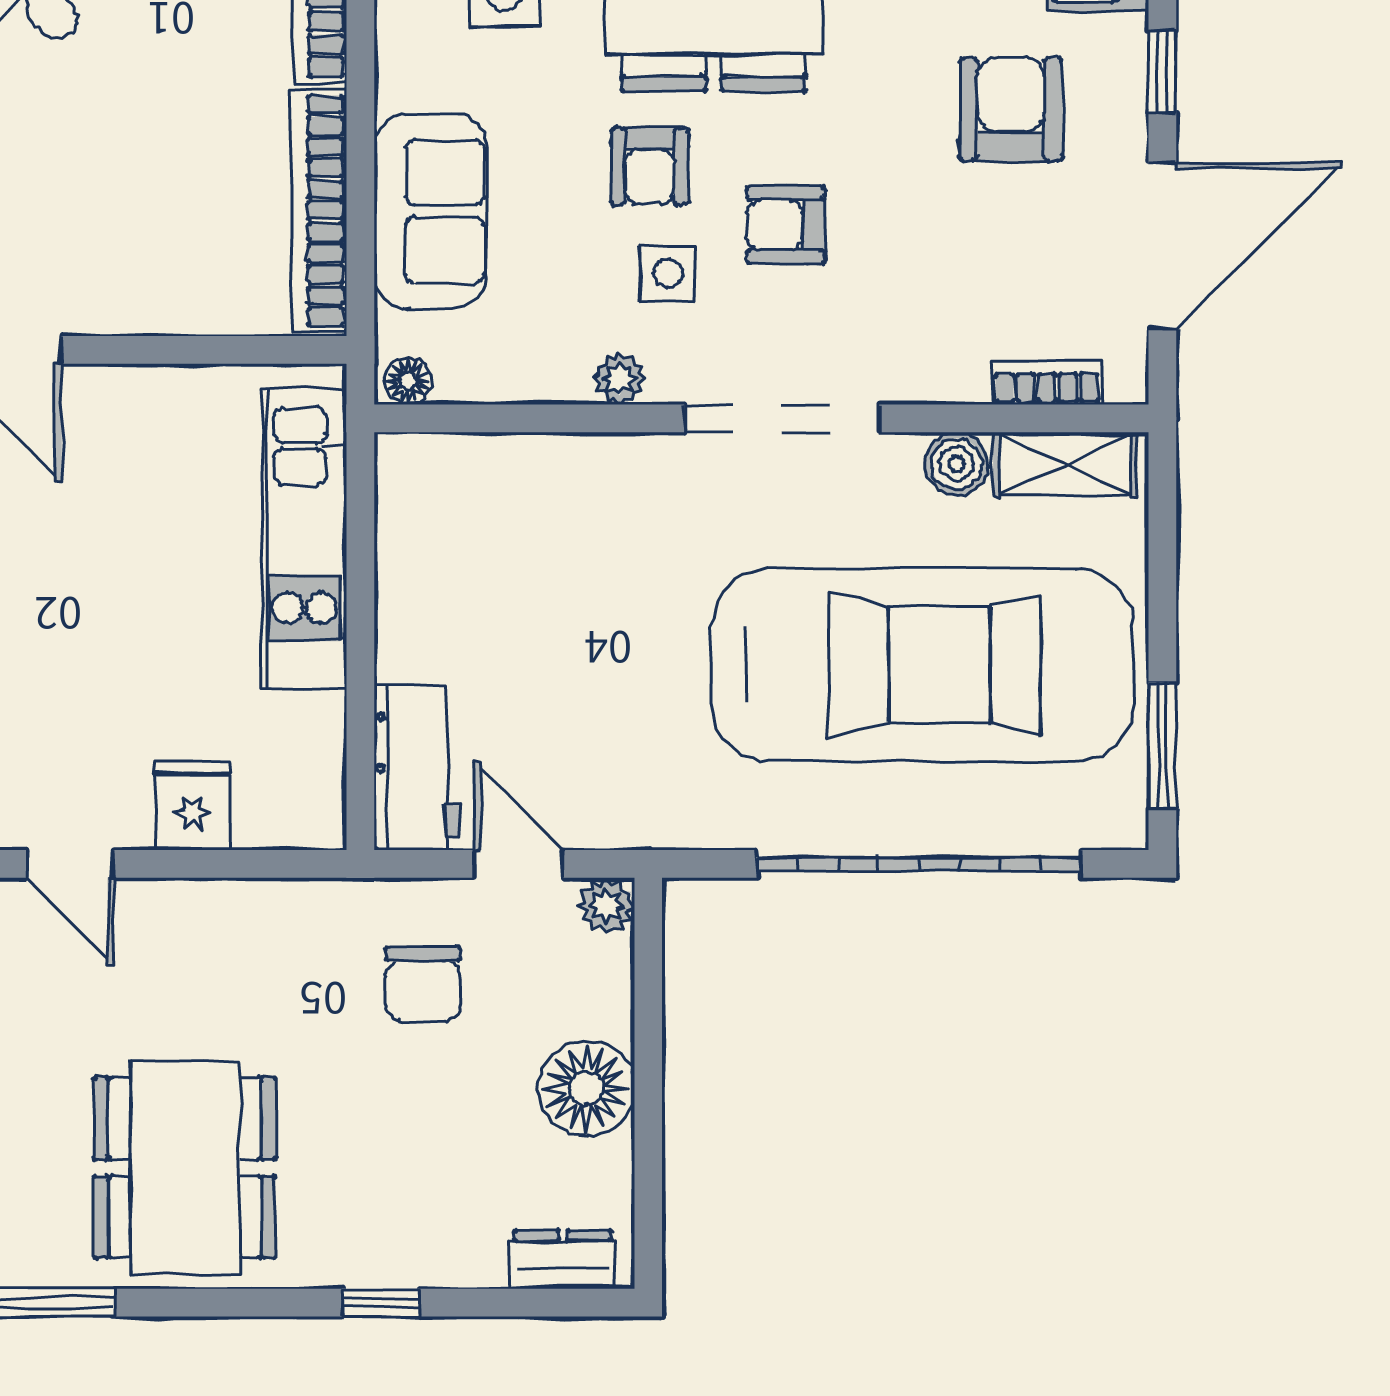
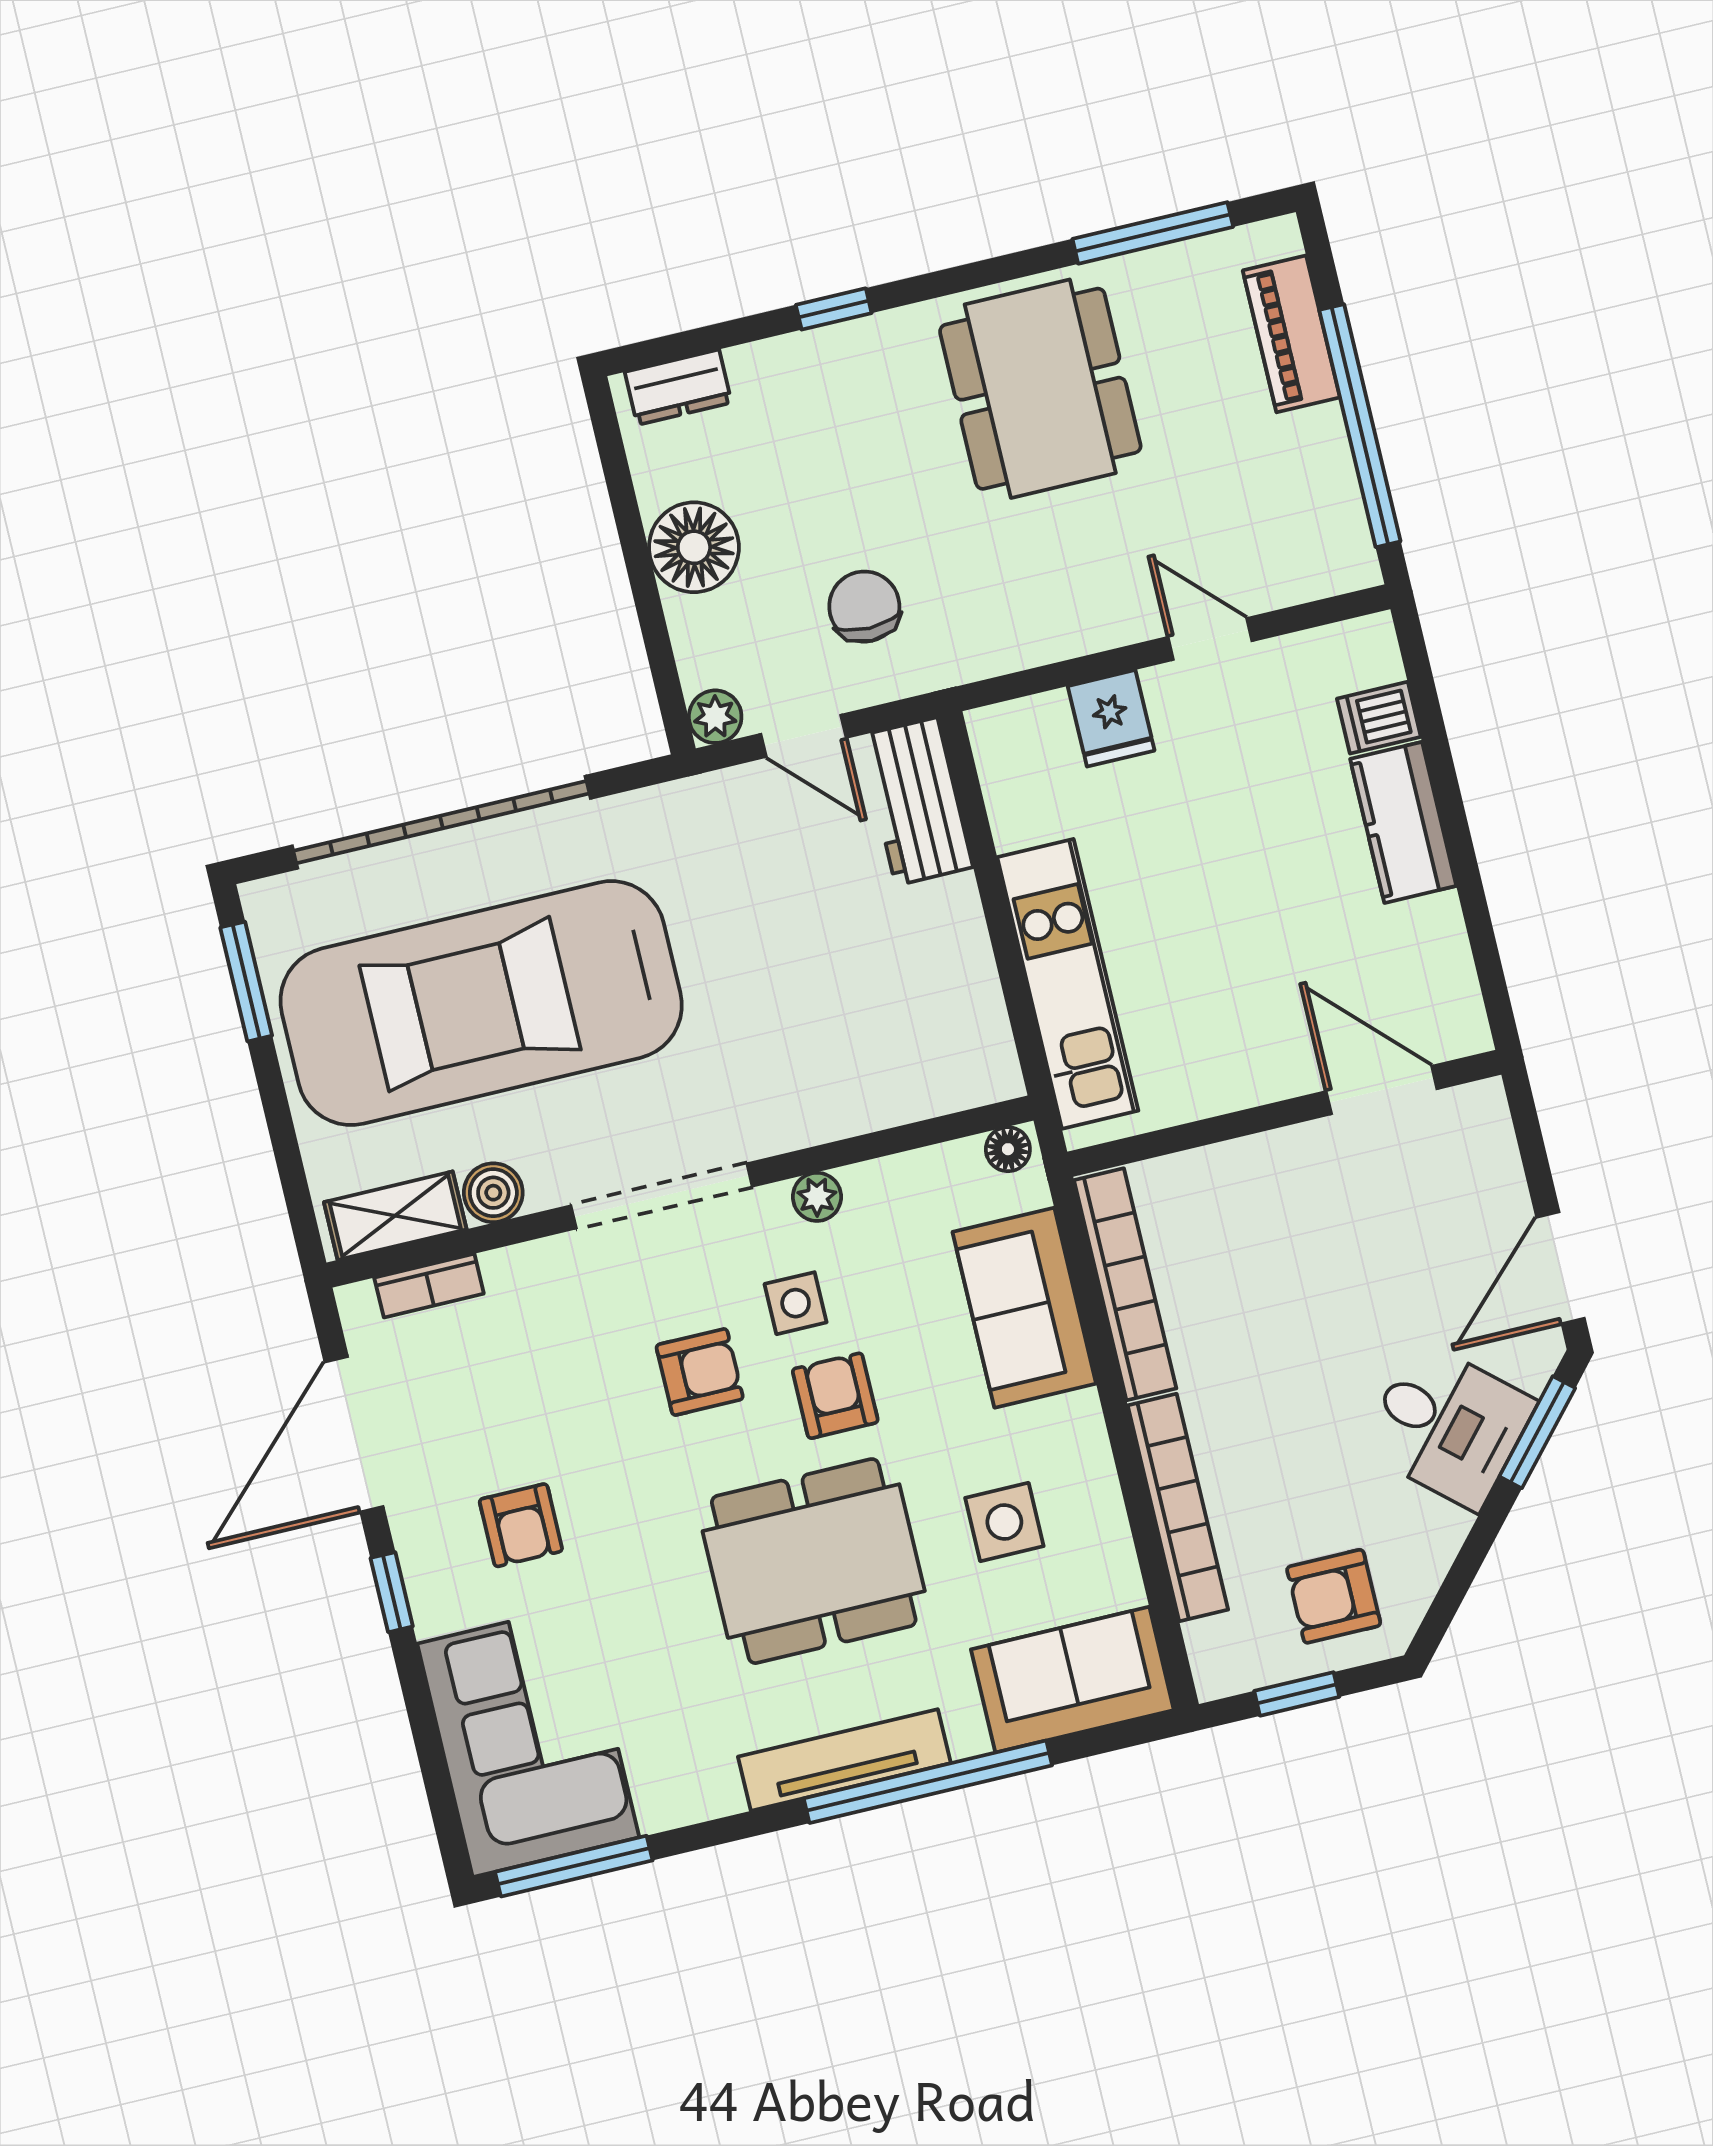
armchair: (1011, 109) -> (521, 1525), width x0.72, depth x0.72

